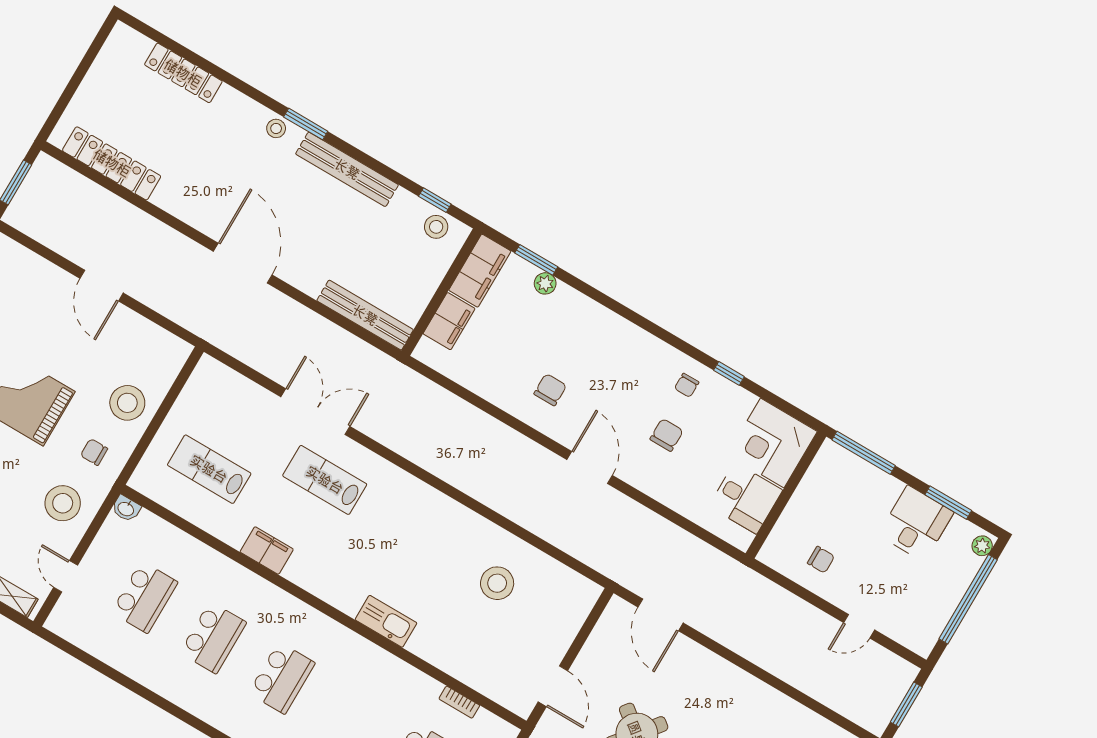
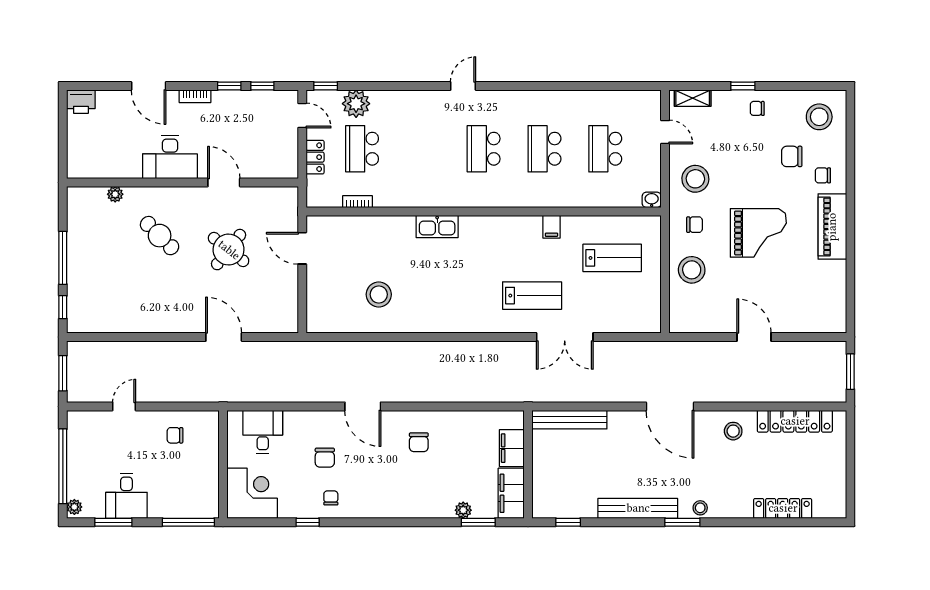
stool: (436, 227) -> (733, 431), moved
desk: (746, 498) -> (263, 432), moved, turned 90
filing cabinet: (267, 550) -> (551, 227), width x0.50
door: (661, 615) -> (224, 337), moved

